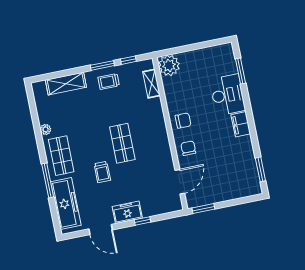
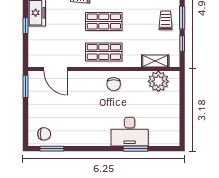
plant: (169, 65) -> (158, 81), moved
window: (240, 71) -> (135, 149), moved
filing cabinet: (241, 124) -> (99, 139), removed
shop shelf: (153, 137) -> (104, 52), added
chair: (188, 148) -> (44, 134), moved

